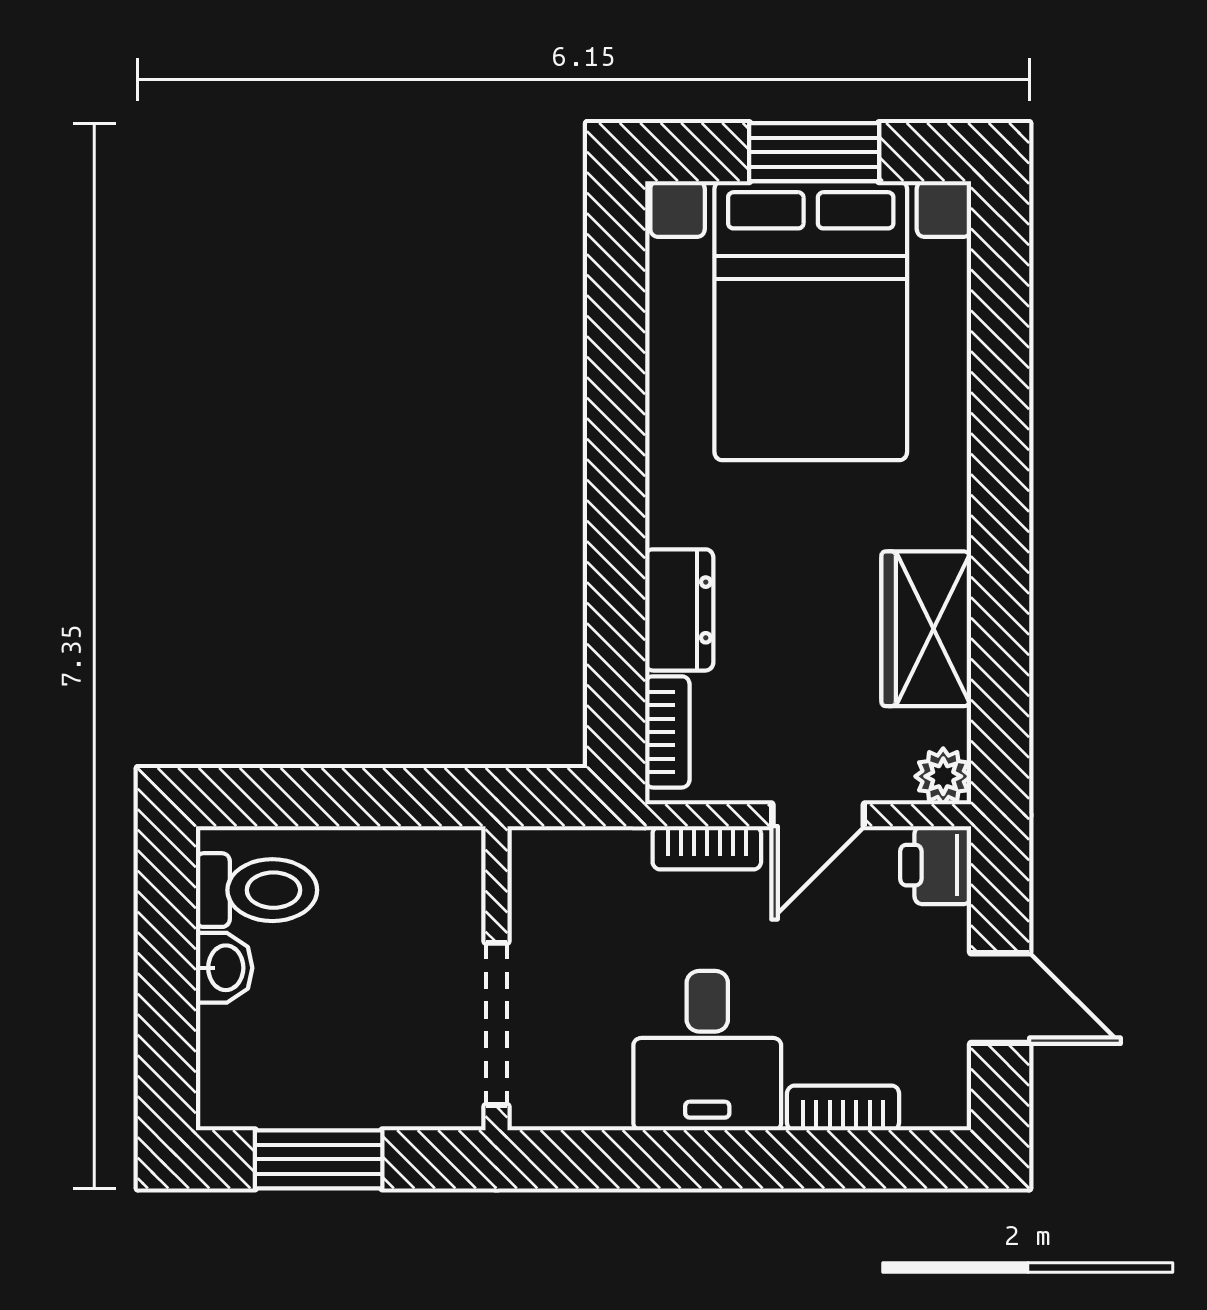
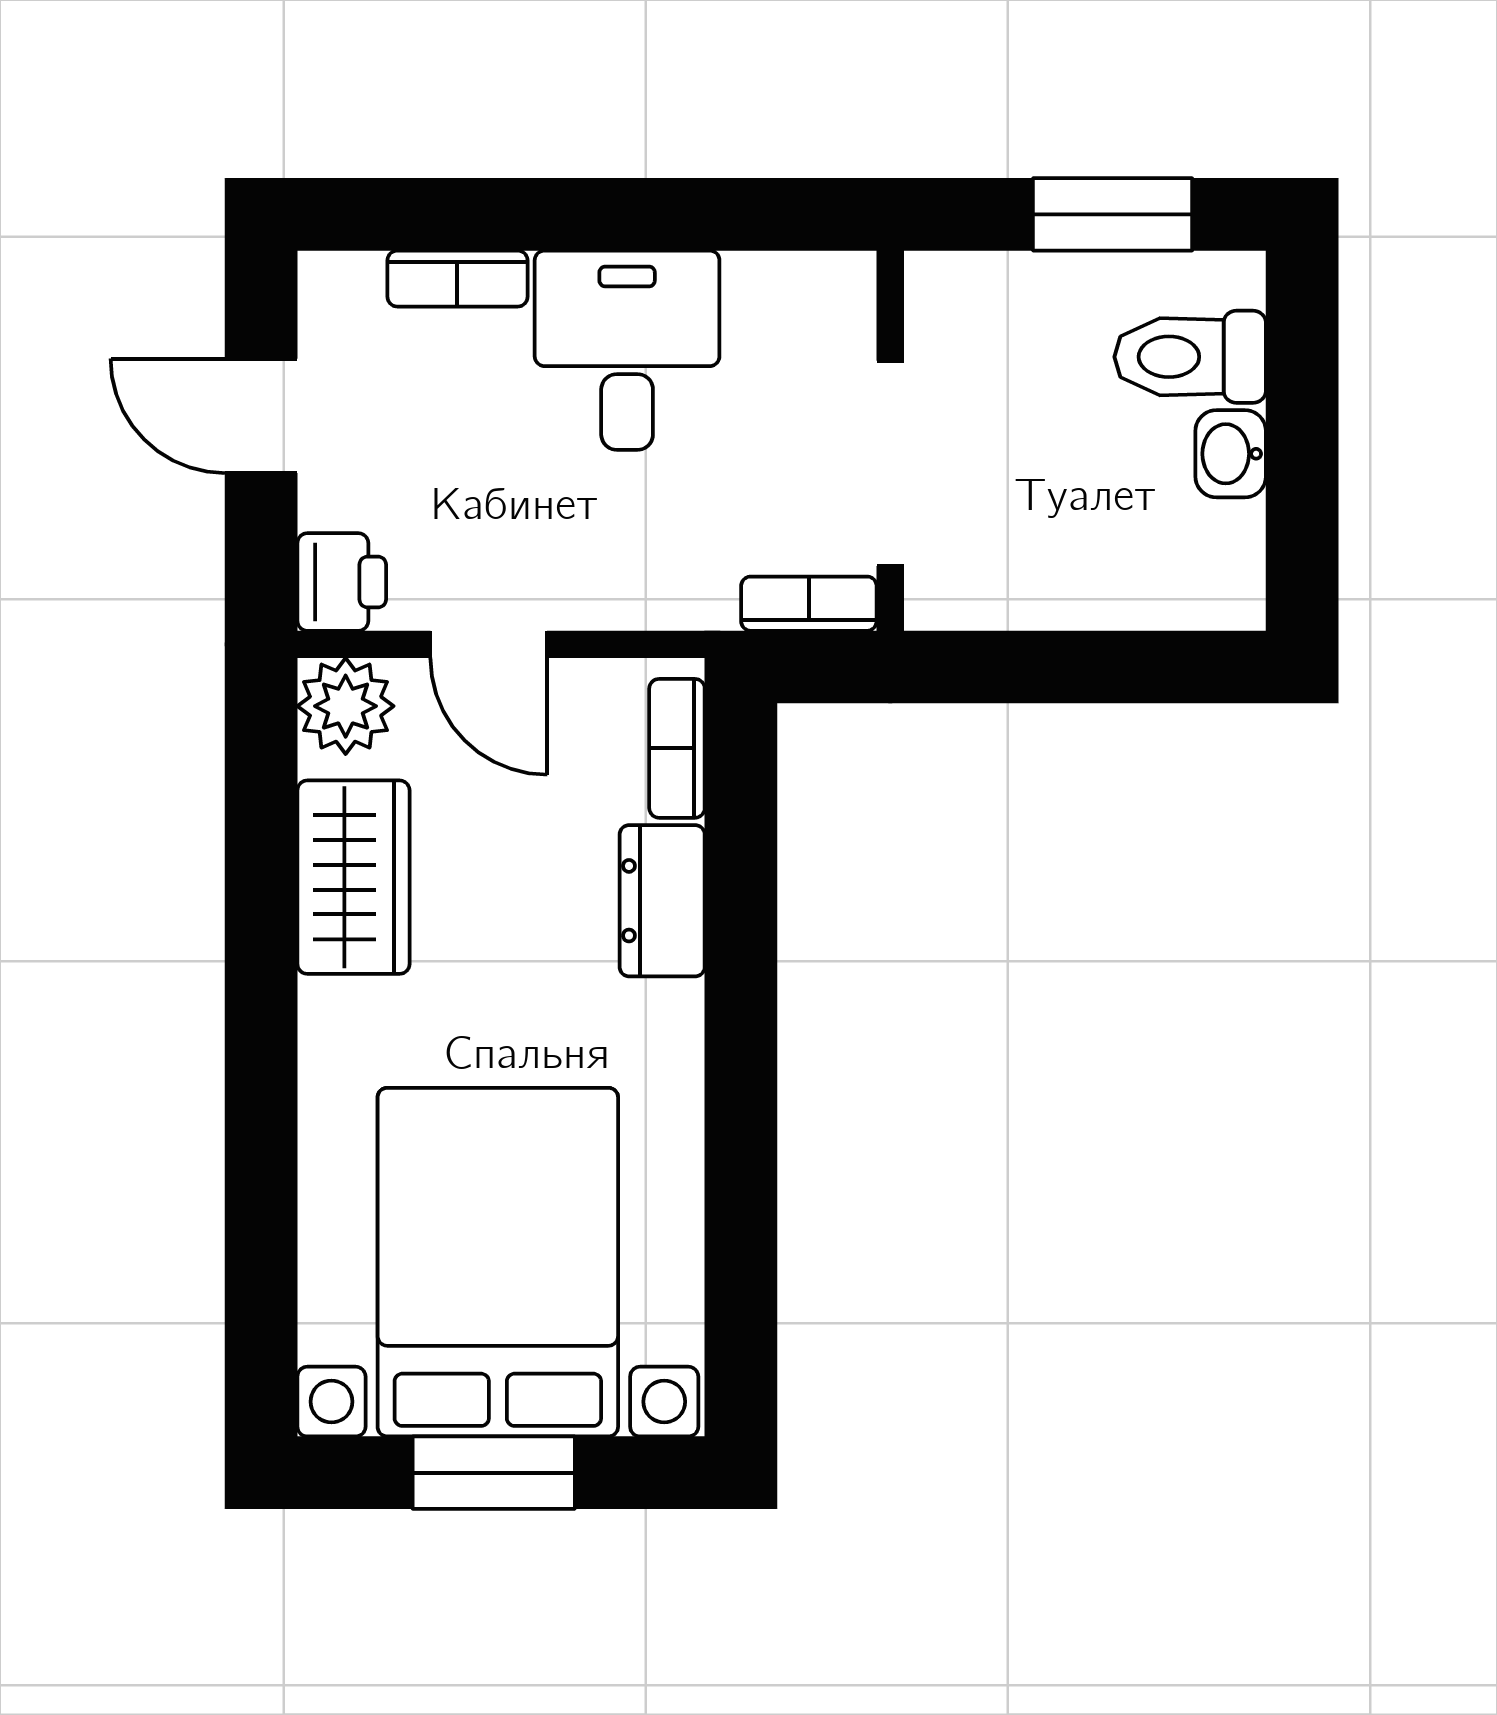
plant: (943, 776) -> (346, 706), width x1.38, depth x1.38
door: (818, 815) -> (489, 644), swing flipped
bookcase: (707, 848) -> (809, 604), moved
toilet: (256, 890) -> (1190, 357), moved
doorway: (497, 1024) -> (890, 463), moved

